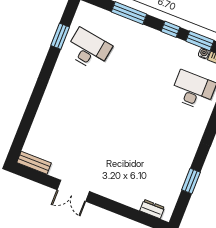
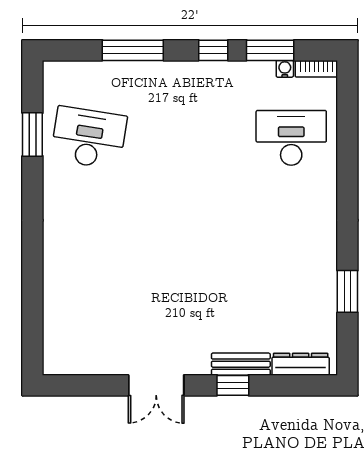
bench: (34, 163) -> (241, 364), moved
window: (113, 206) -> (233, 385), added
dresser: (152, 209) -> (301, 364), width x1.44

